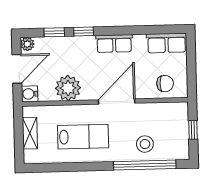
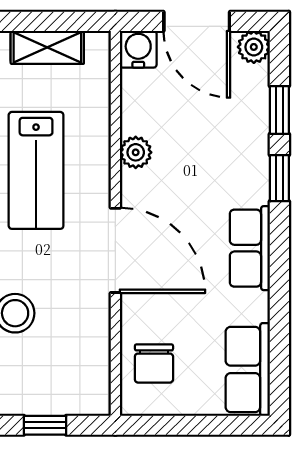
plant: (68, 88) -> (136, 152), width x0.53, depth x0.53

